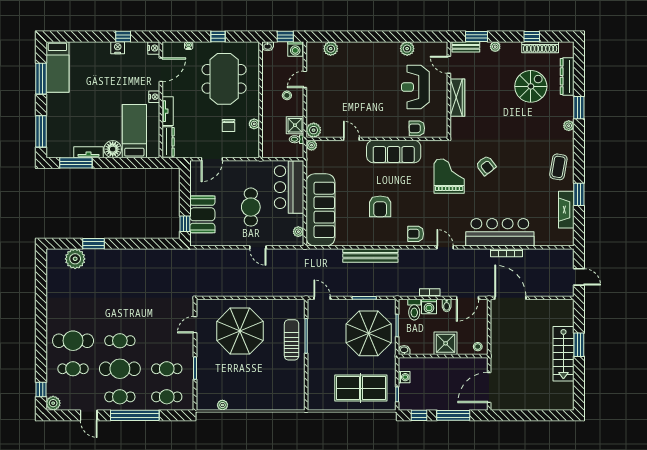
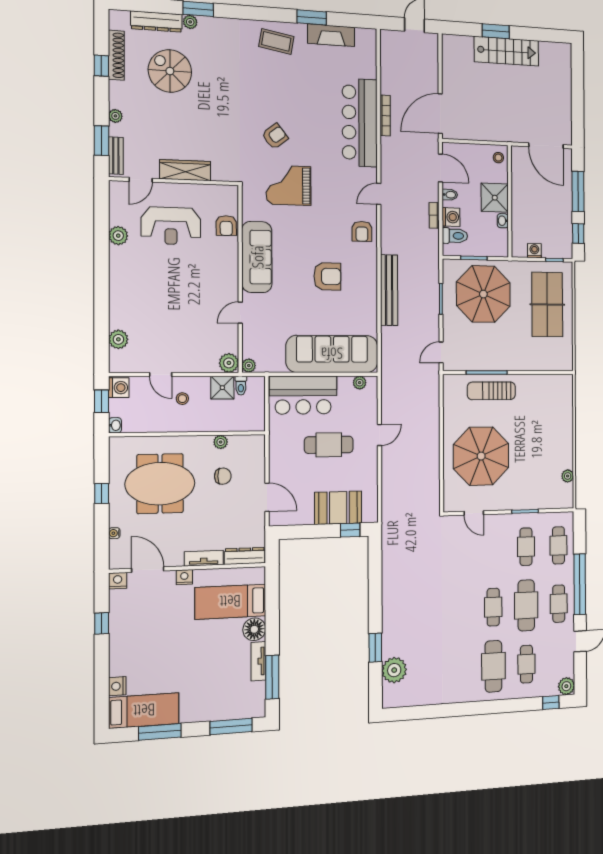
nightstand: (118, 48) -> (117, 686), moved
plant: (569, 126) -> (190, 22), moved
washbasin: (404, 350) -> (503, 221), moved

